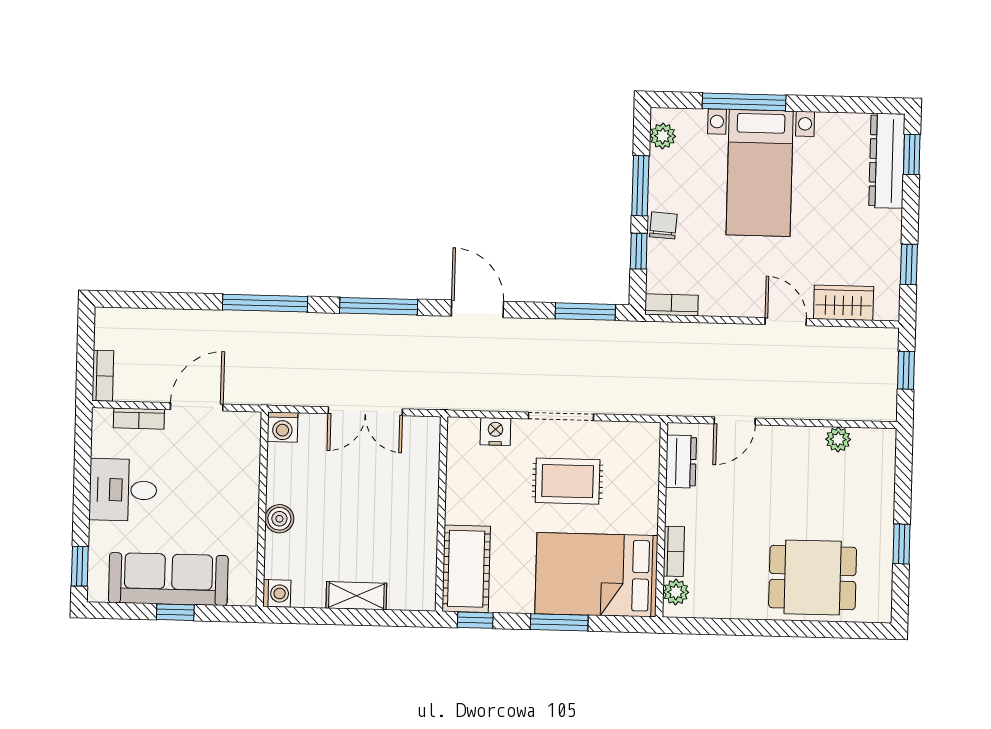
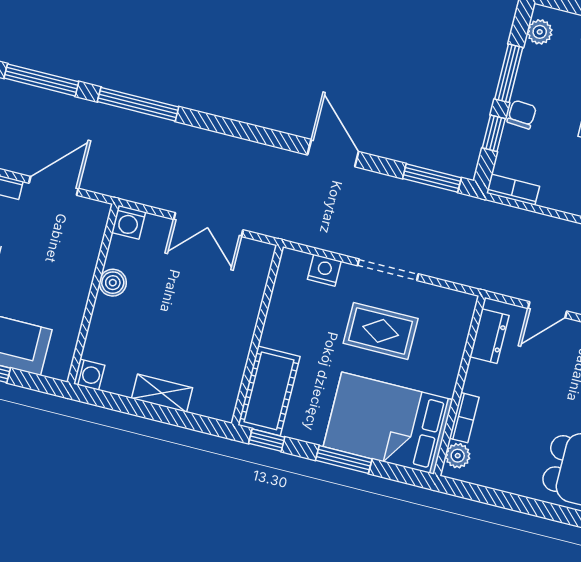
window: (379, 306) -> (41, 80), moved
boiler: (279, 519) -> (113, 283), moved

